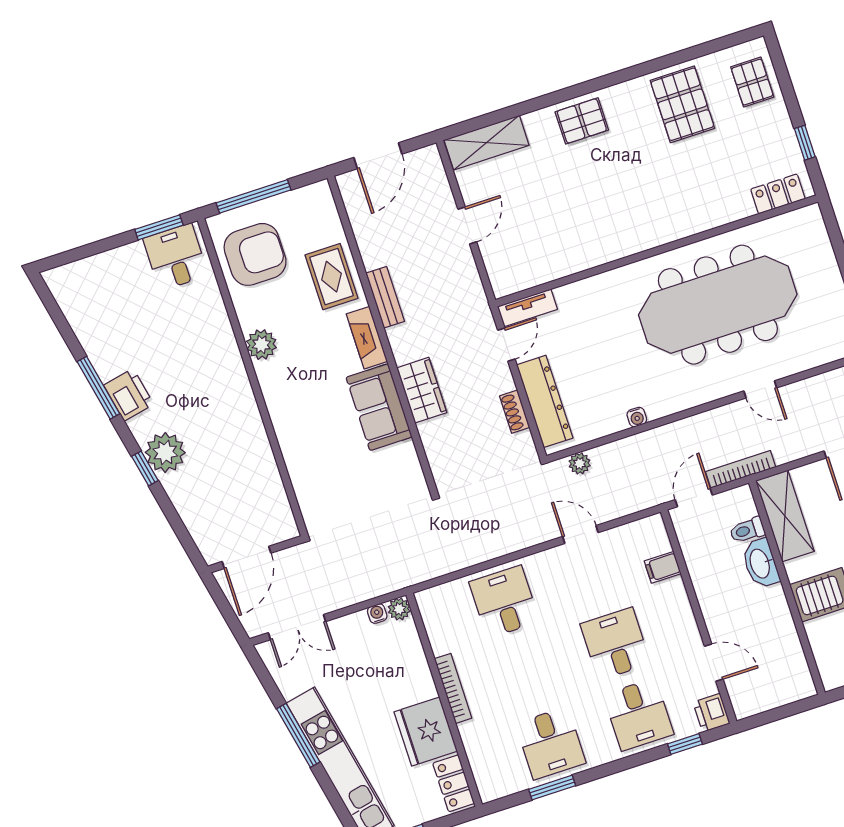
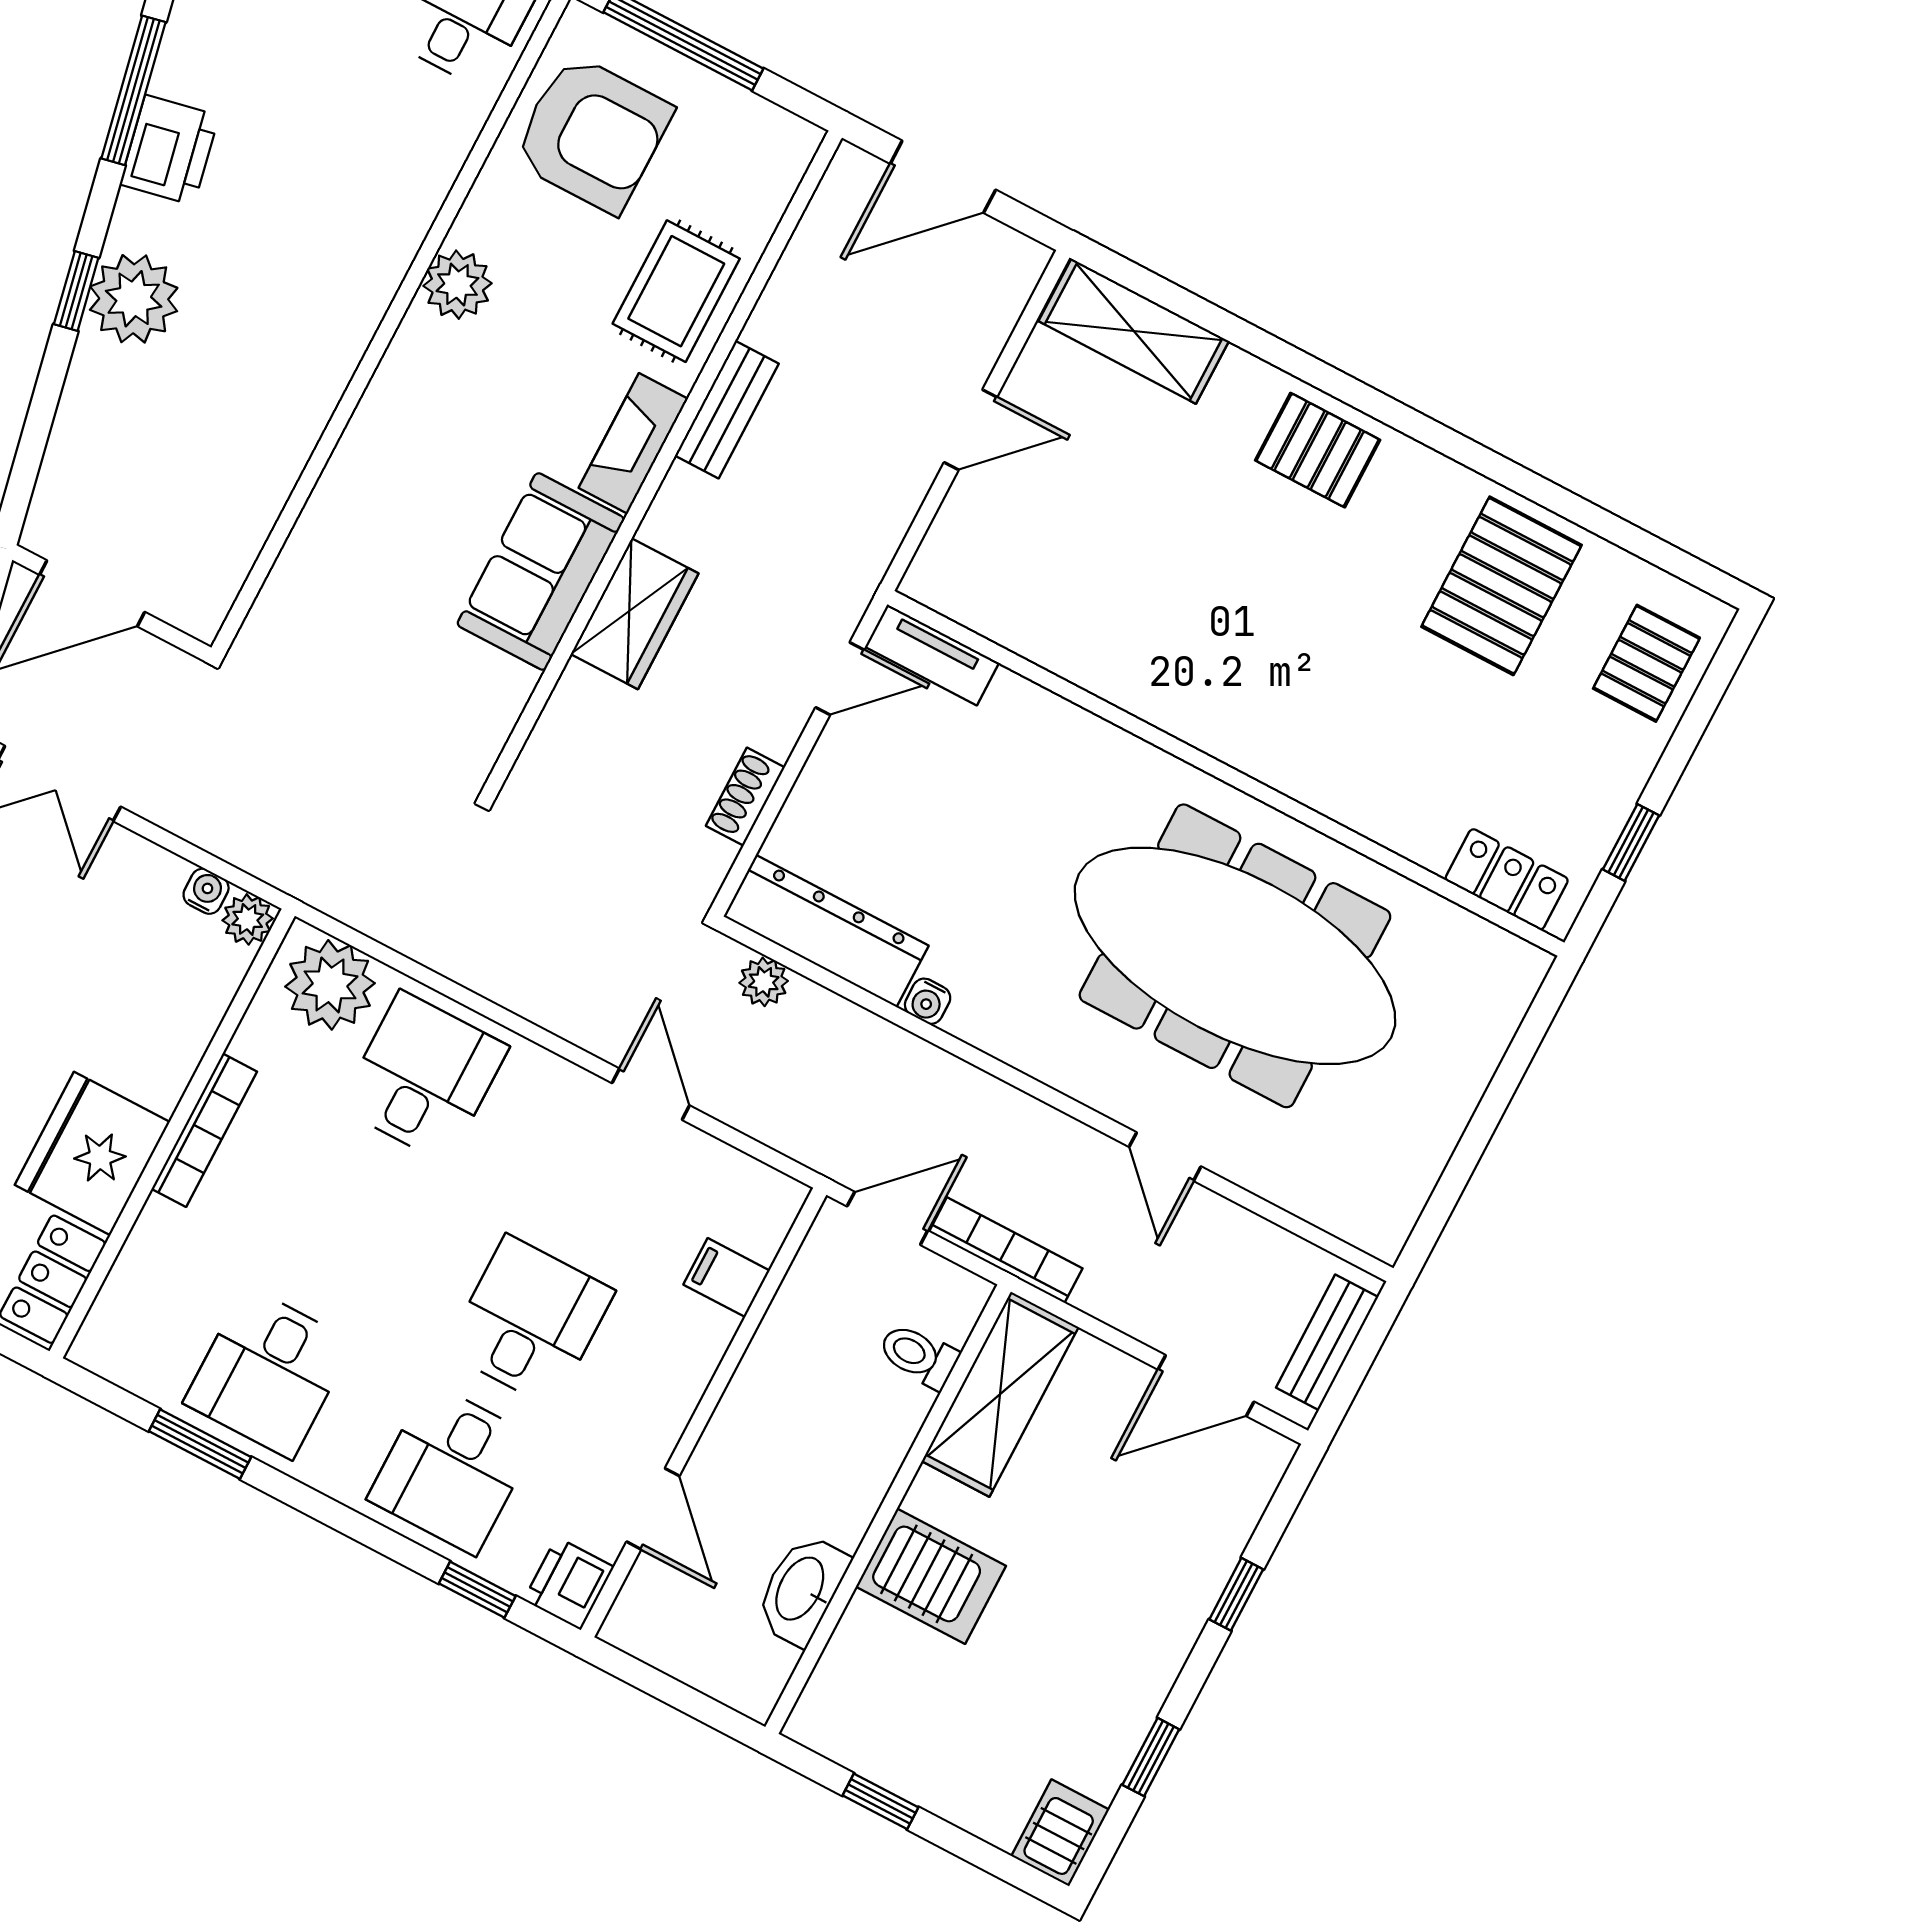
dresser: (545, 401) -> (826, 931), moved, turned -90
washbasin: (761, 563) -> (801, 1589), moved
plant: (446, 603) -> (330, 985), added

